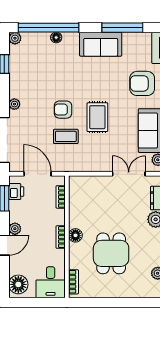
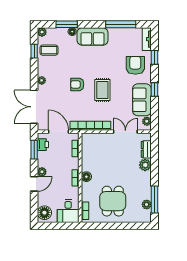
window: (49, 28) -> (67, 24), width x0.47
sofa: (101, 44) -> (93, 36), moved
armchair: (142, 83) -> (135, 65), turned 90
coffee table: (66, 136) -> (49, 50), moved
bookcase: (81, 166) -> (90, 126), added
dining table: (111, 253) -> (113, 201), moved

